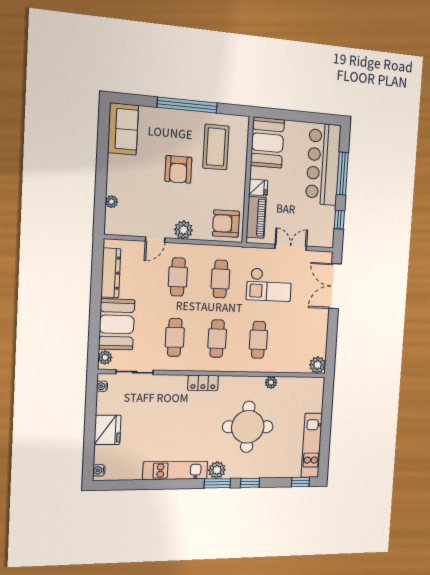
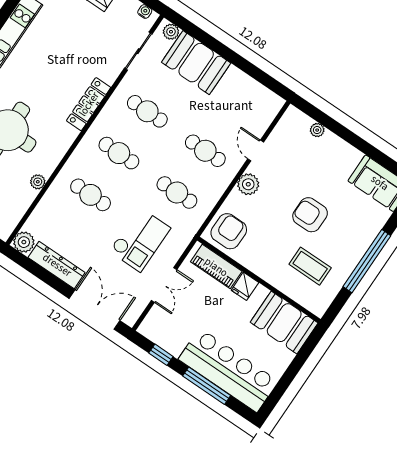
coffee table: (216, 147) -> (310, 266), width x0.73, depth x0.76
dresser: (111, 273) -> (57, 265), moved, turned 180
checkout: (269, 285) -> (140, 240), turned 180
locker: (203, 383) -> (89, 104), width x1.53

